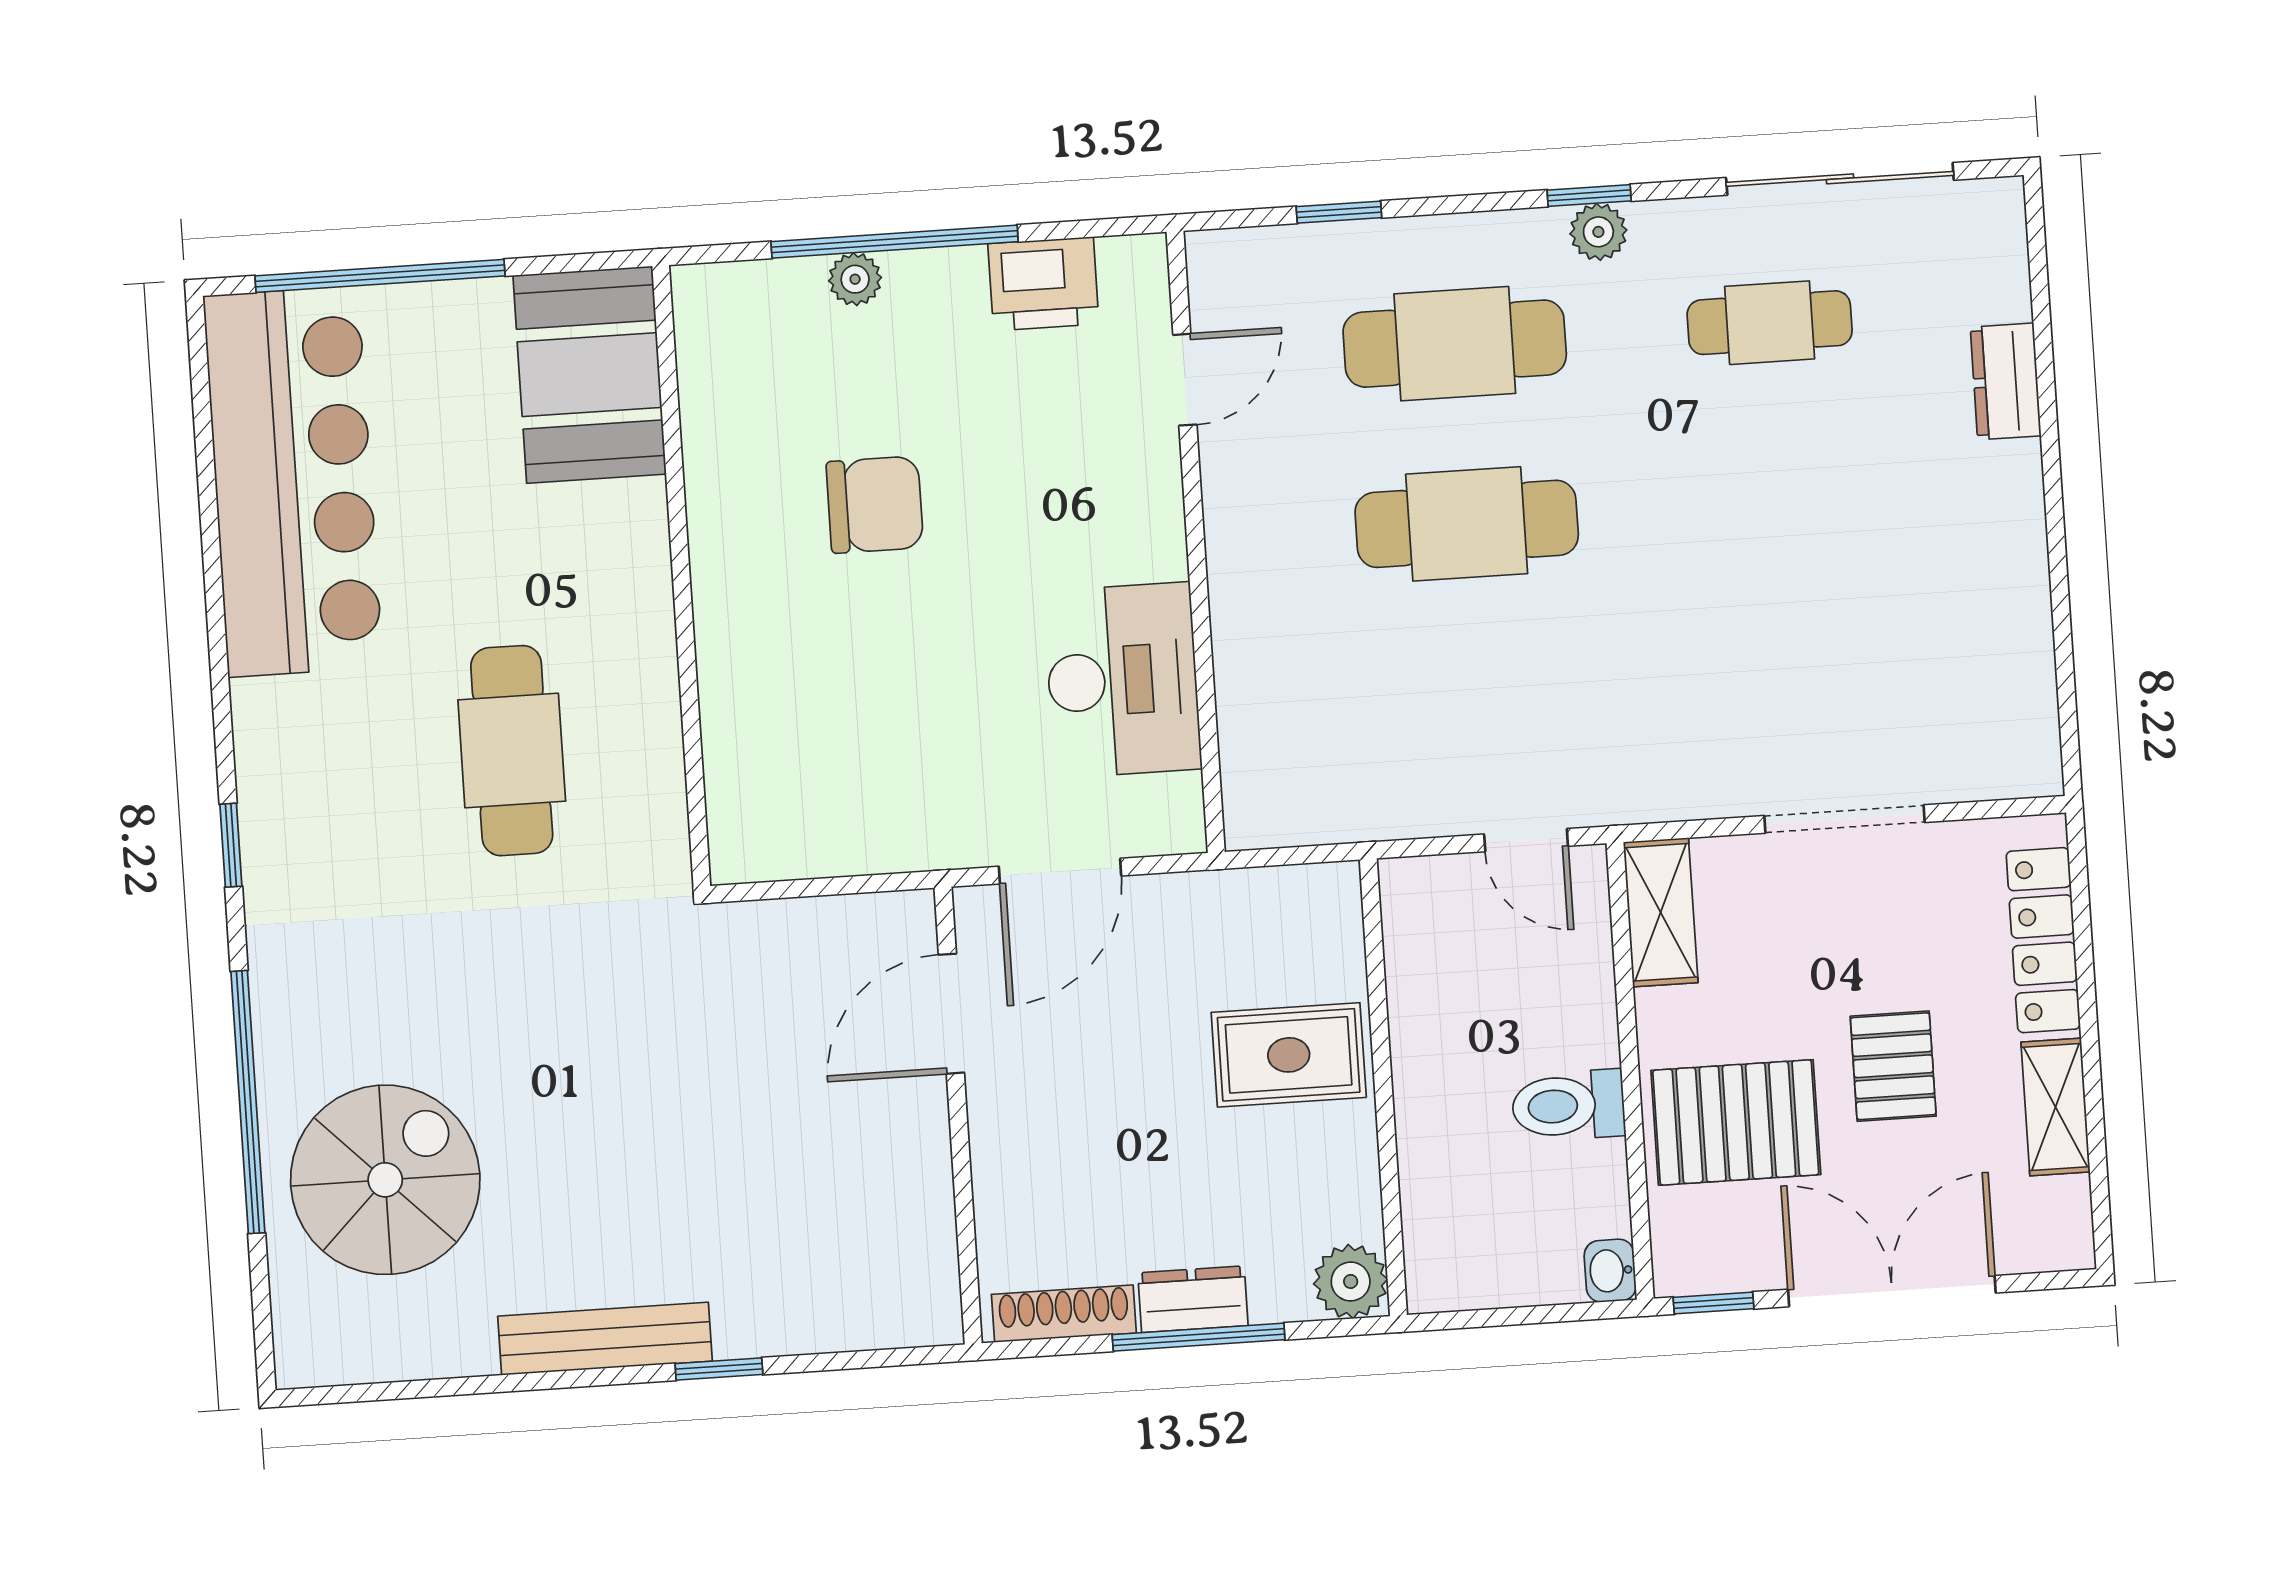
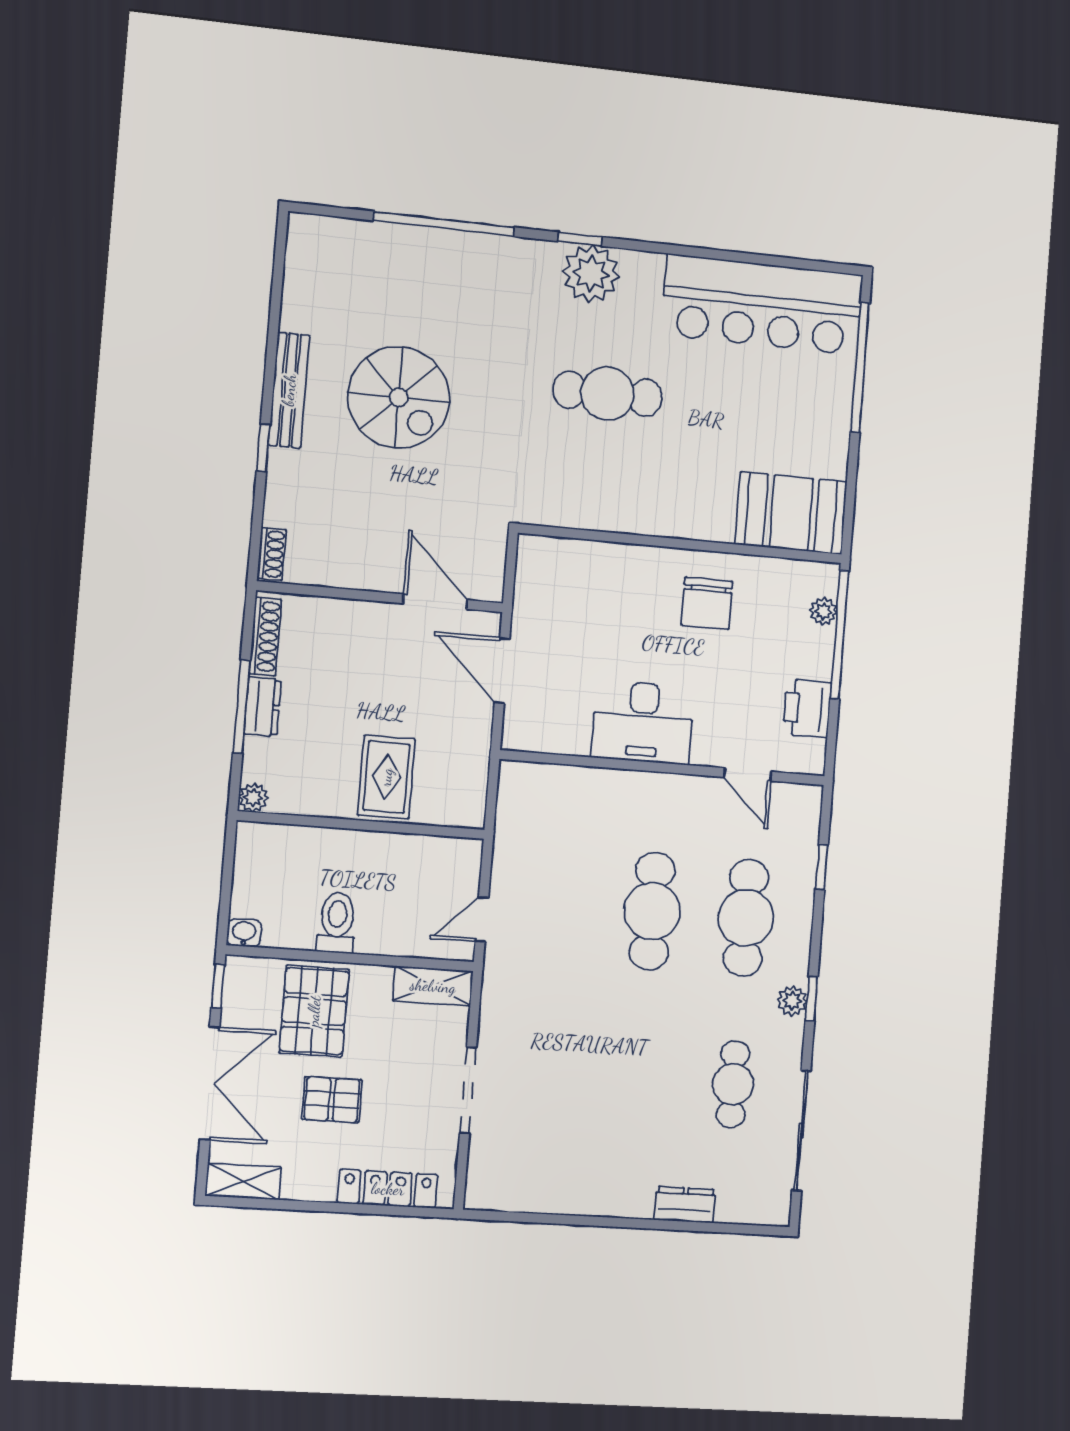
booth: (590, 375) -> (791, 513), moved
wall: (681, 576) -> (681, 544), moved
desk: (1122, 680) -> (643, 722), moved
plant: (292, 815) -> (591, 274), added
shelving: (2055, 1107) -> (243, 1181), moved
spiral stairs: (385, 1180) -> (399, 397), moved
plant: (1351, 1281) -> (253, 798), width x0.73, depth x0.73
shoe rack: (911, 1325) -> (272, 554), added

